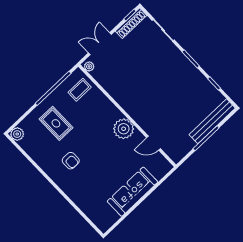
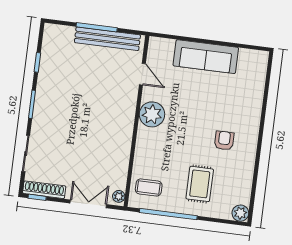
double door: (100, 44) -> (88, 204), swing flipped
bench: (212, 121) -> (107, 39), moved

